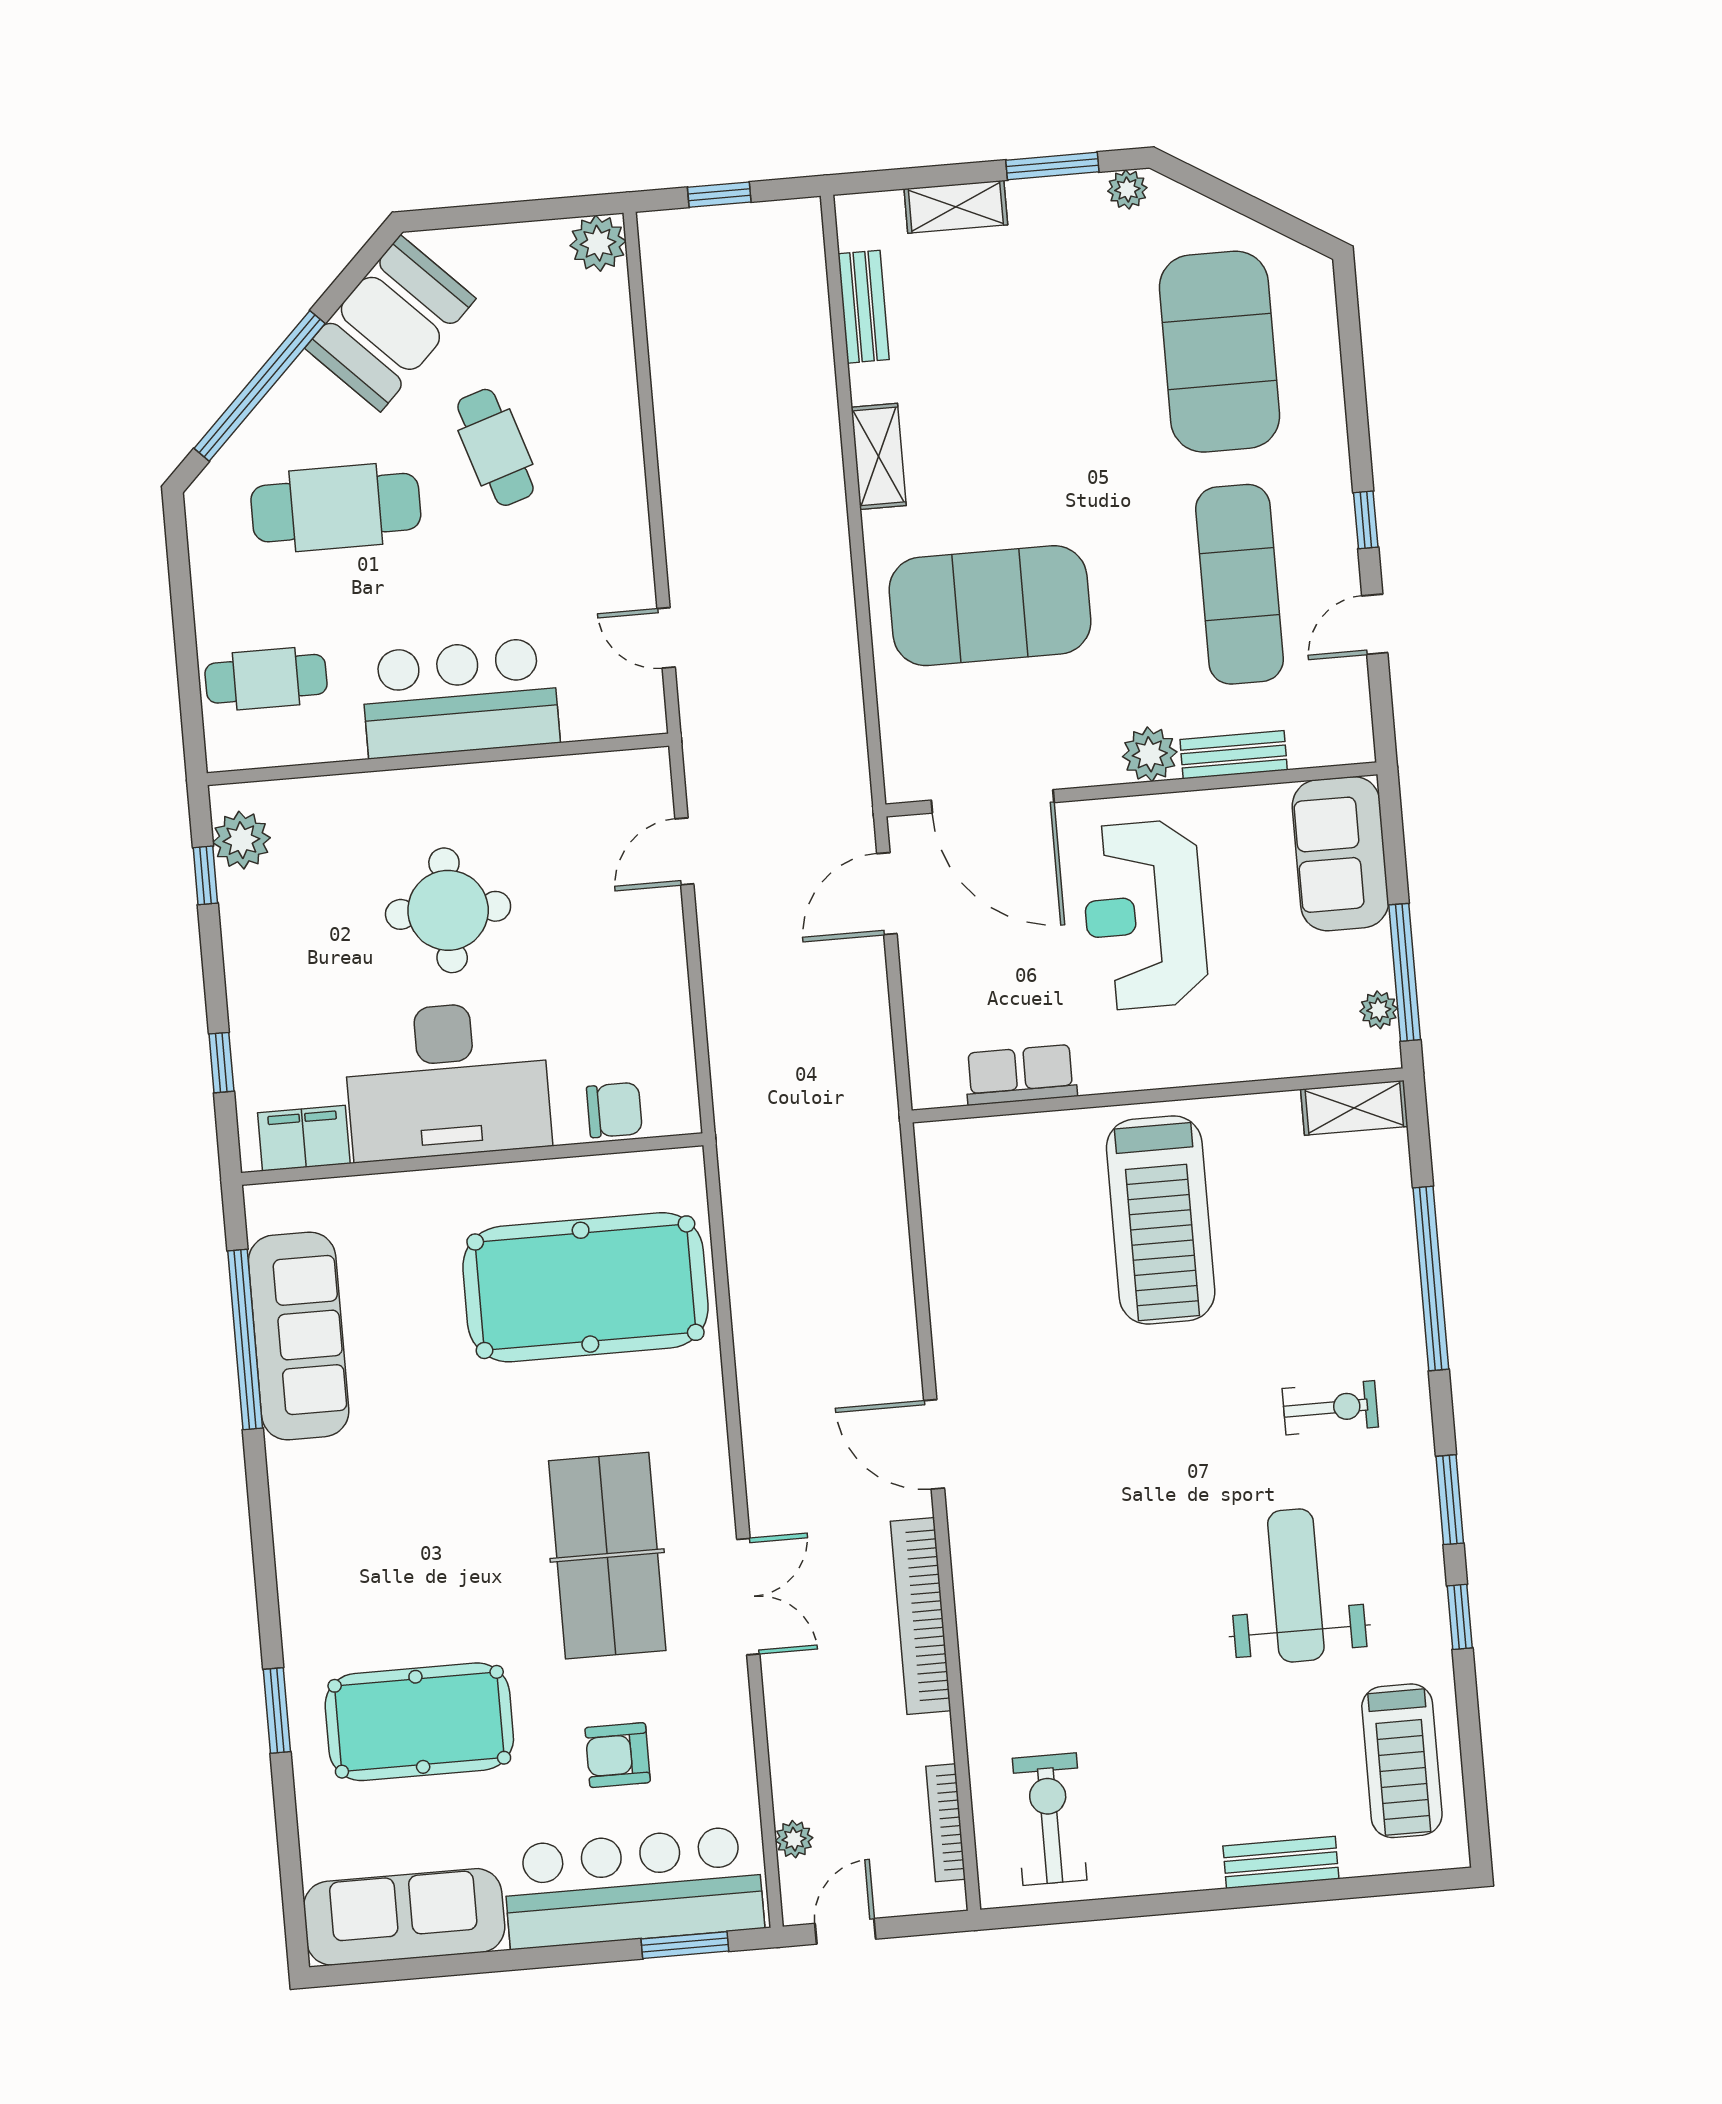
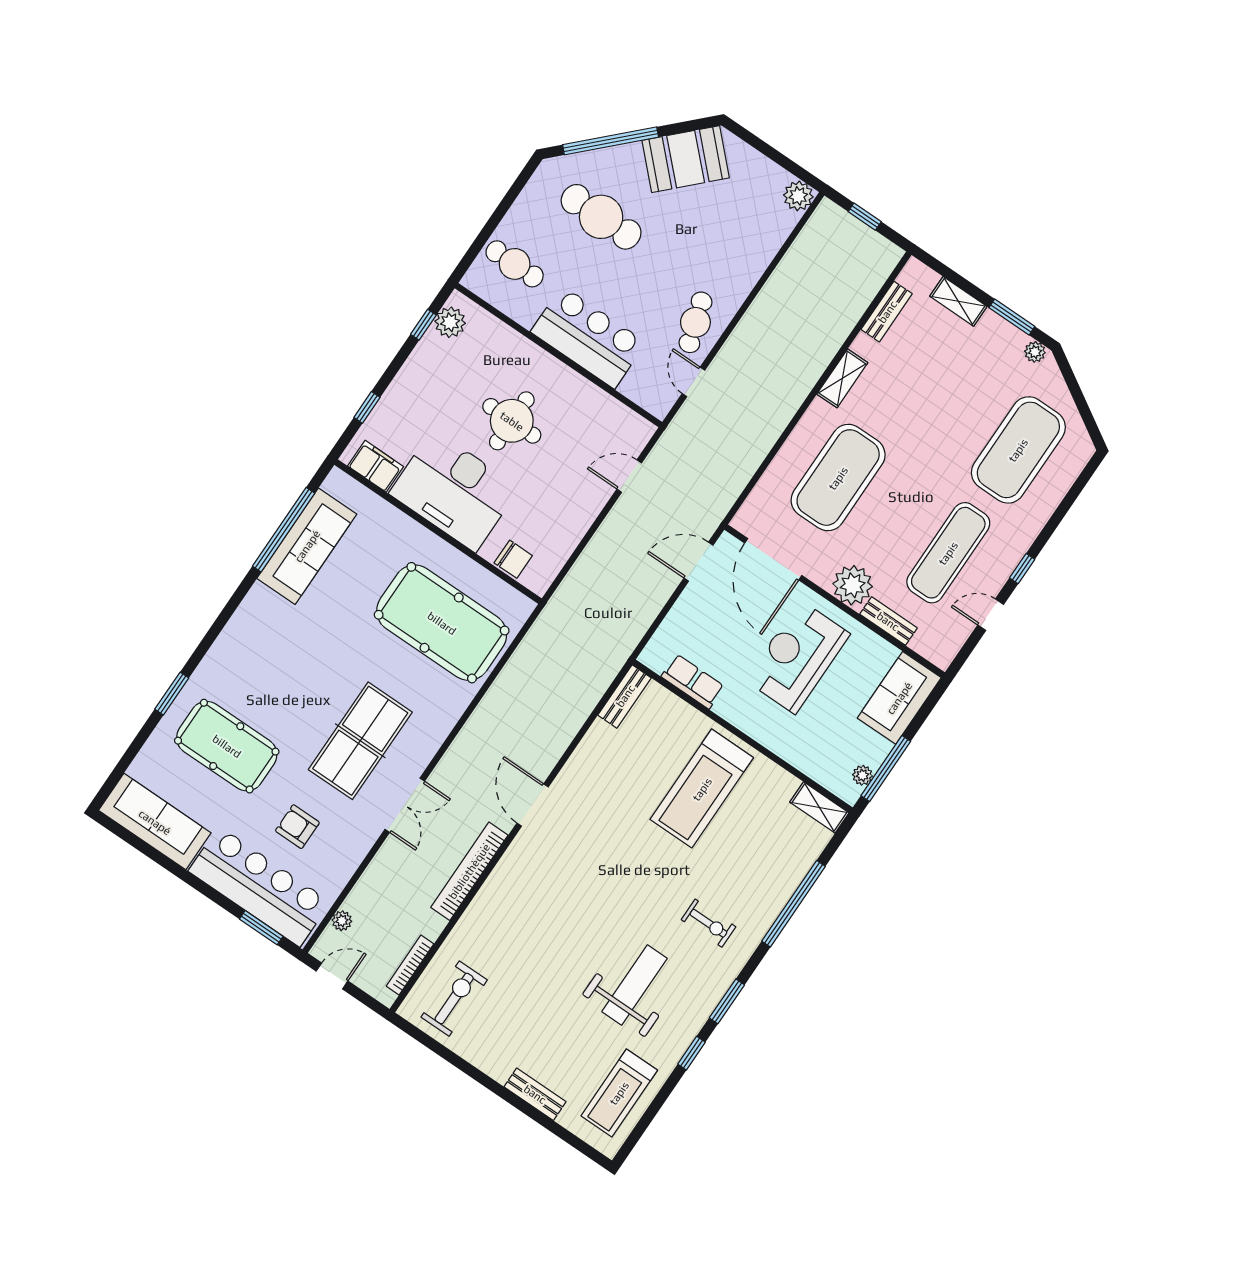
cafe table: (495, 447) -> (695, 322), moved
exercise mat: (990, 606) -> (838, 478), turned 90
plant: (1150, 754) -> (853, 585), width x1.36, depth x1.36
bench: (939, 1178) -> (625, 696), added

